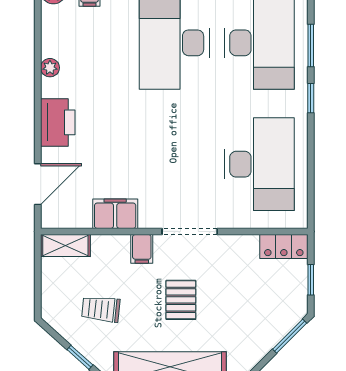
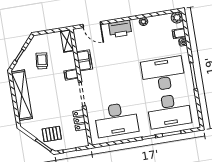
locker: (284, 247) -> (80, 120), moved
pallet: (181, 300) -> (52, 134), moved

